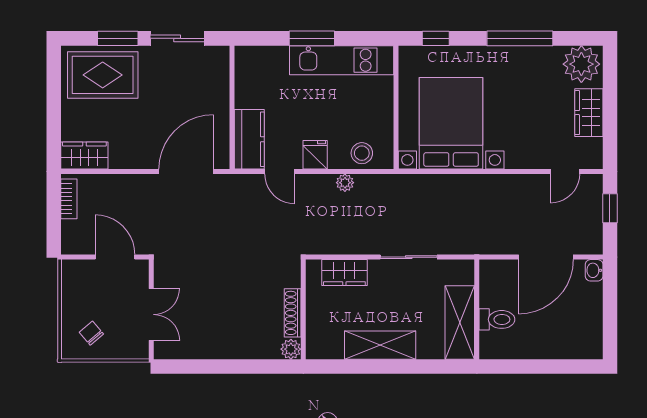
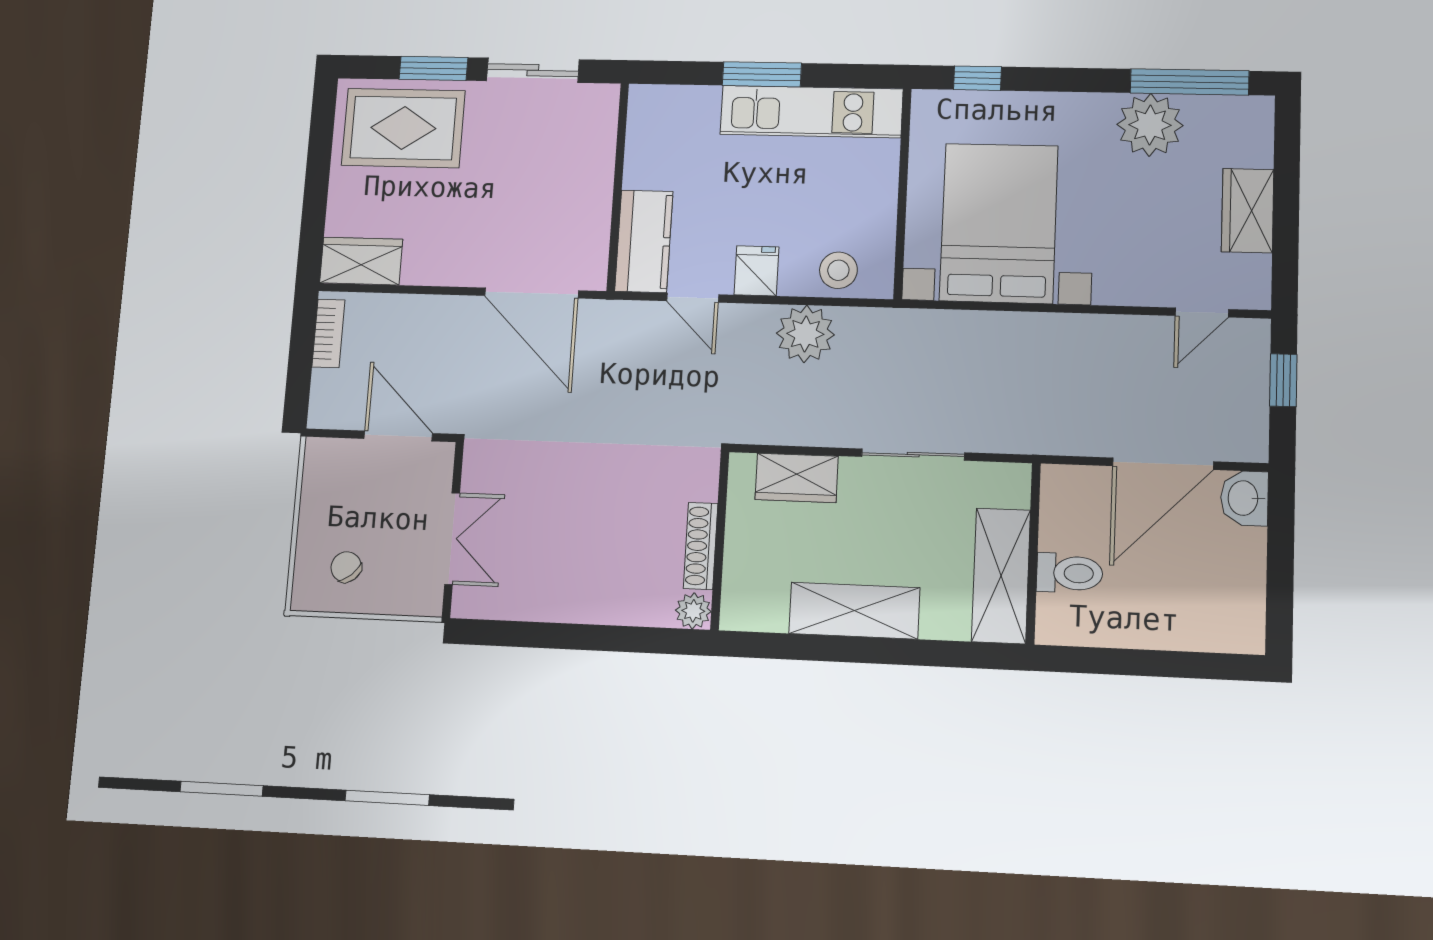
window: (520, 38) -> (1190, 82), moved
plant: (581, 64) -> (1150, 125), moved
door: (186, 172) -> (532, 293), swing flipped
plant: (345, 183) -> (805, 334), width x1.88, depth x1.88
washbasin: (594, 270) -> (1244, 498), width x1.38, depth x1.45

